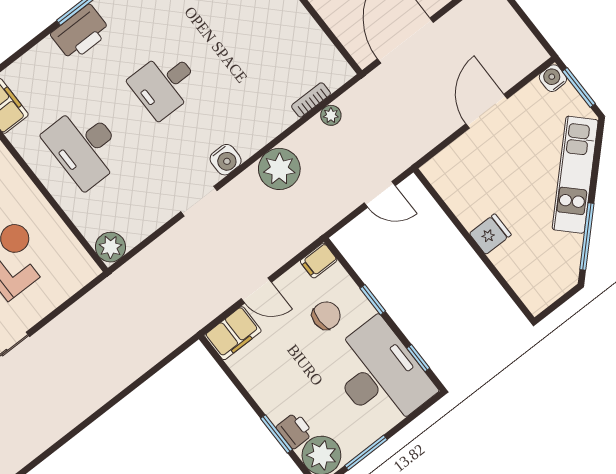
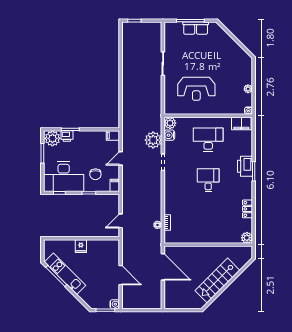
water cooler: (226, 160) -> (169, 135), moved
plant: (279, 169) -> (153, 140), moved
kitchen unit: (575, 175) -> (65, 274), moved
filing cabinet: (233, 333) -> (113, 136), width x0.50

